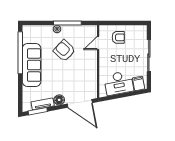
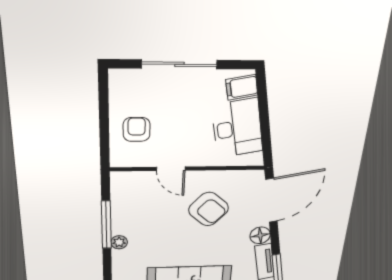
door: (98, 43) -> (171, 169), moved
armchair: (64, 51) -> (209, 209), moved, turned -91

